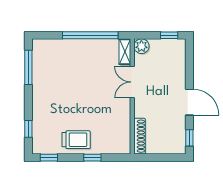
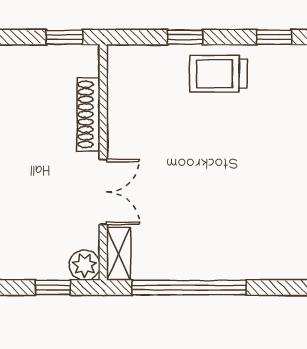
window: (169, 35) -> (53, 288), moved
shoe rack: (140, 136) -> (89, 114), moved
window: (151, 158) -> (64, 37), added

